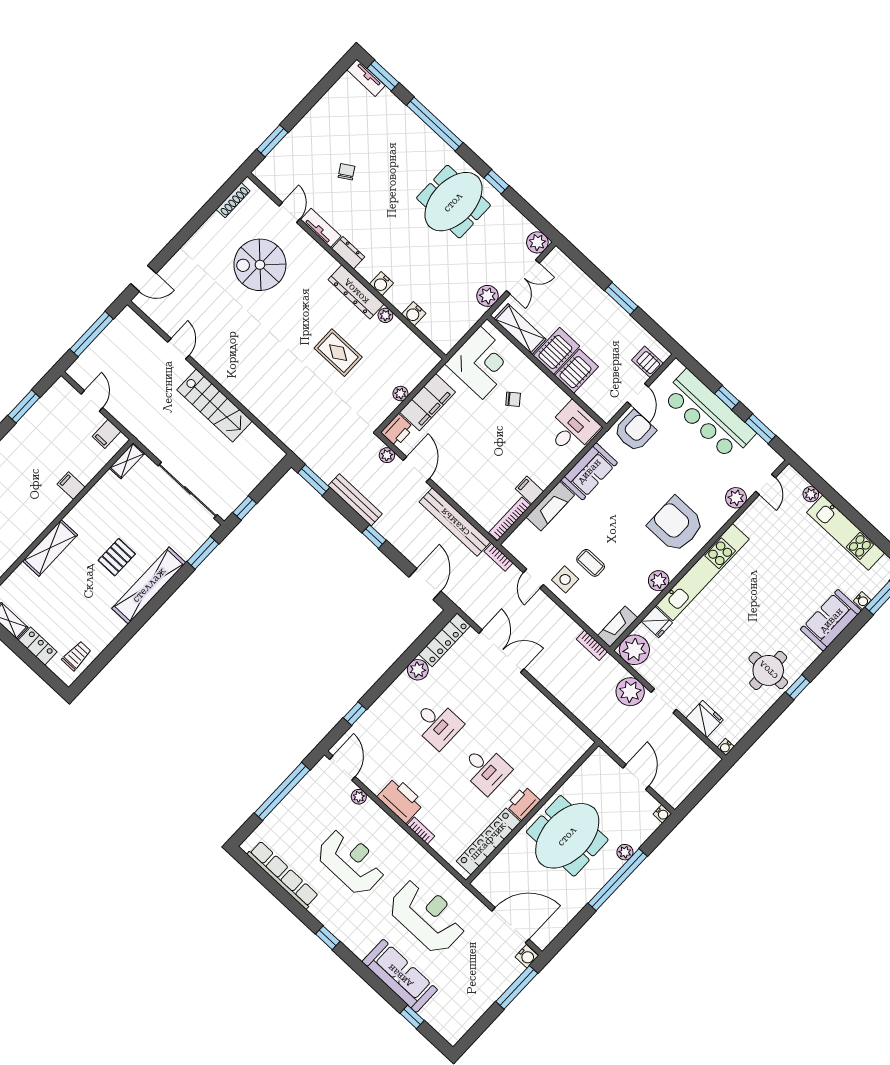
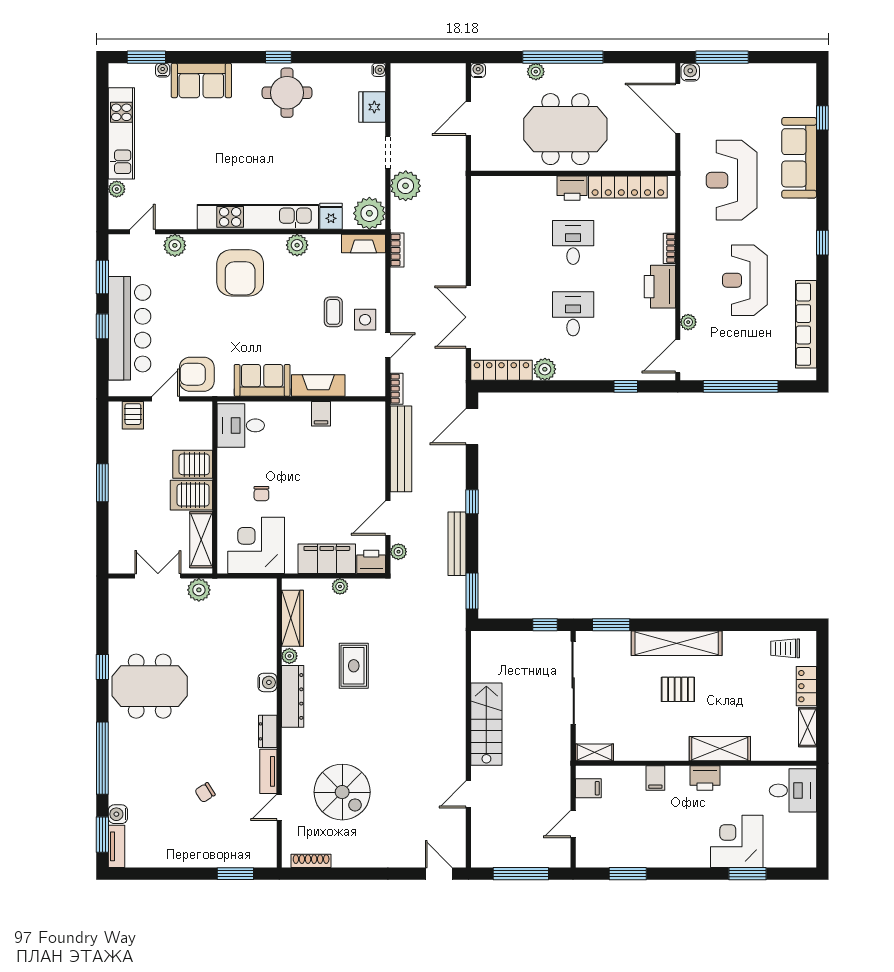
plant: (537, 242) -> (120, 590), removed
water cooler: (414, 314) -> (118, 814), moved, turned 180
wardrobe: (409, 341) -> (292, 618), added
chair: (513, 399) -> (261, 494), turned -142
printer: (40, 519) -> (705, 778), added
bookcase: (510, 519) -> (358, 408), removed

